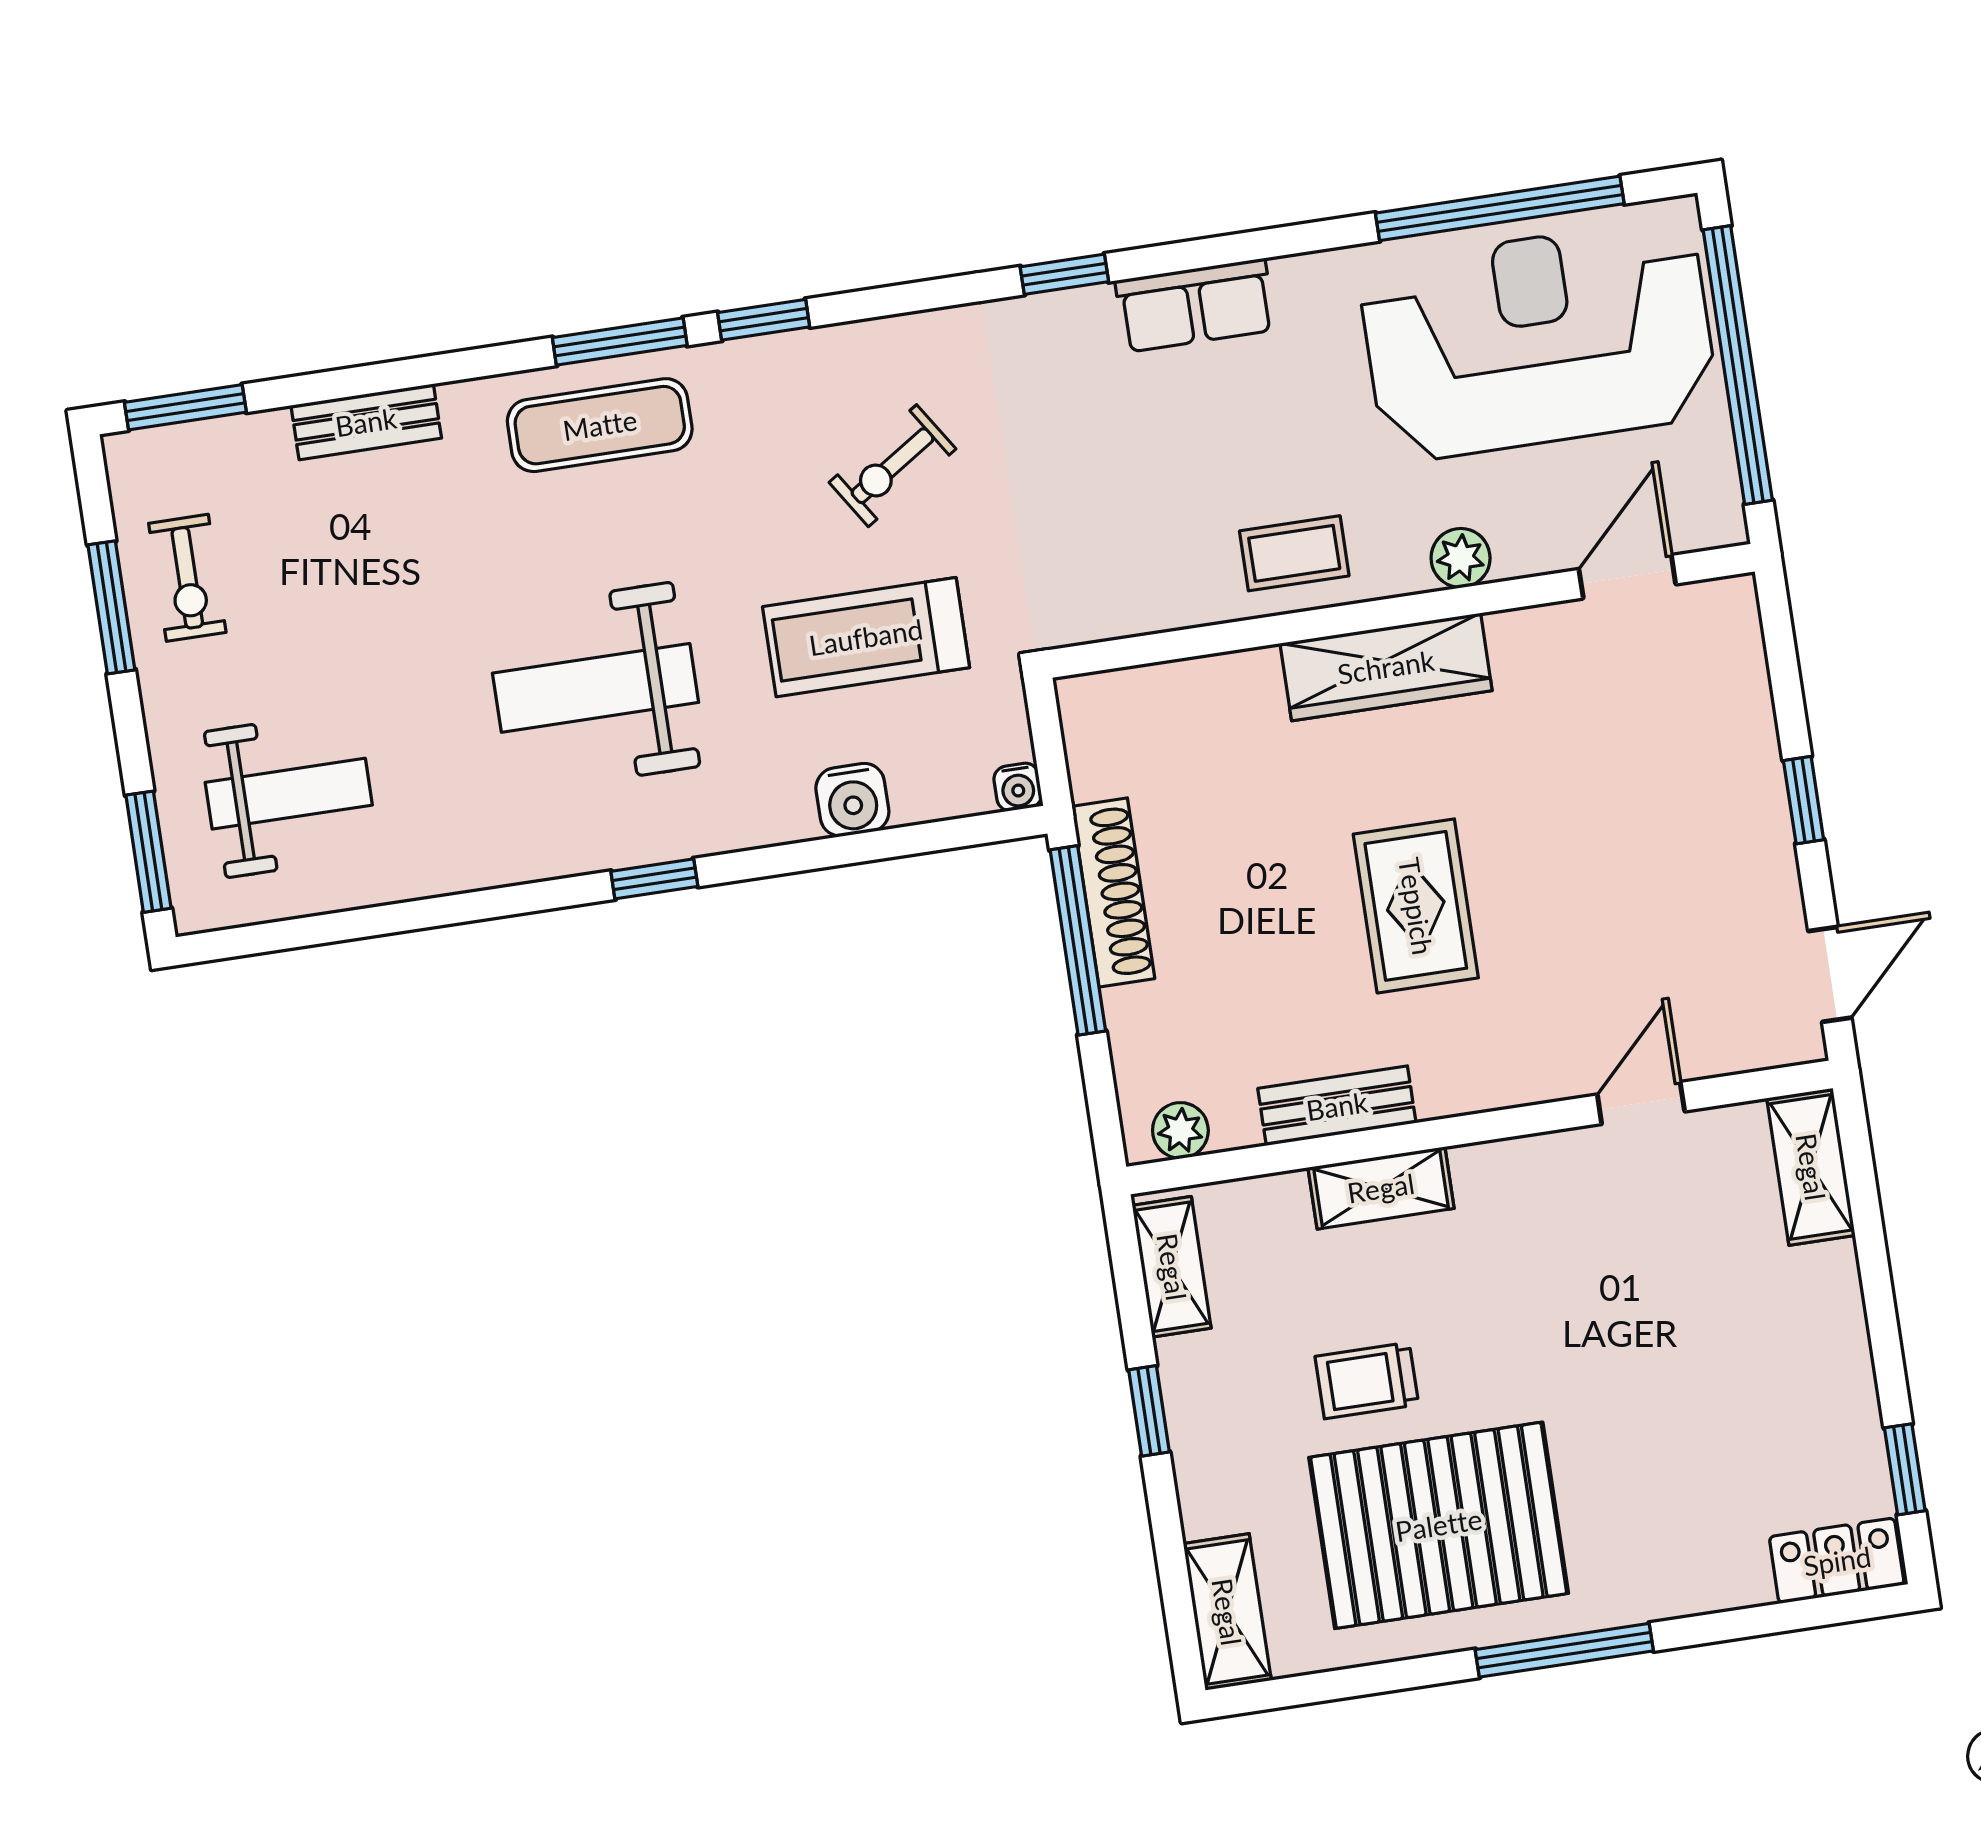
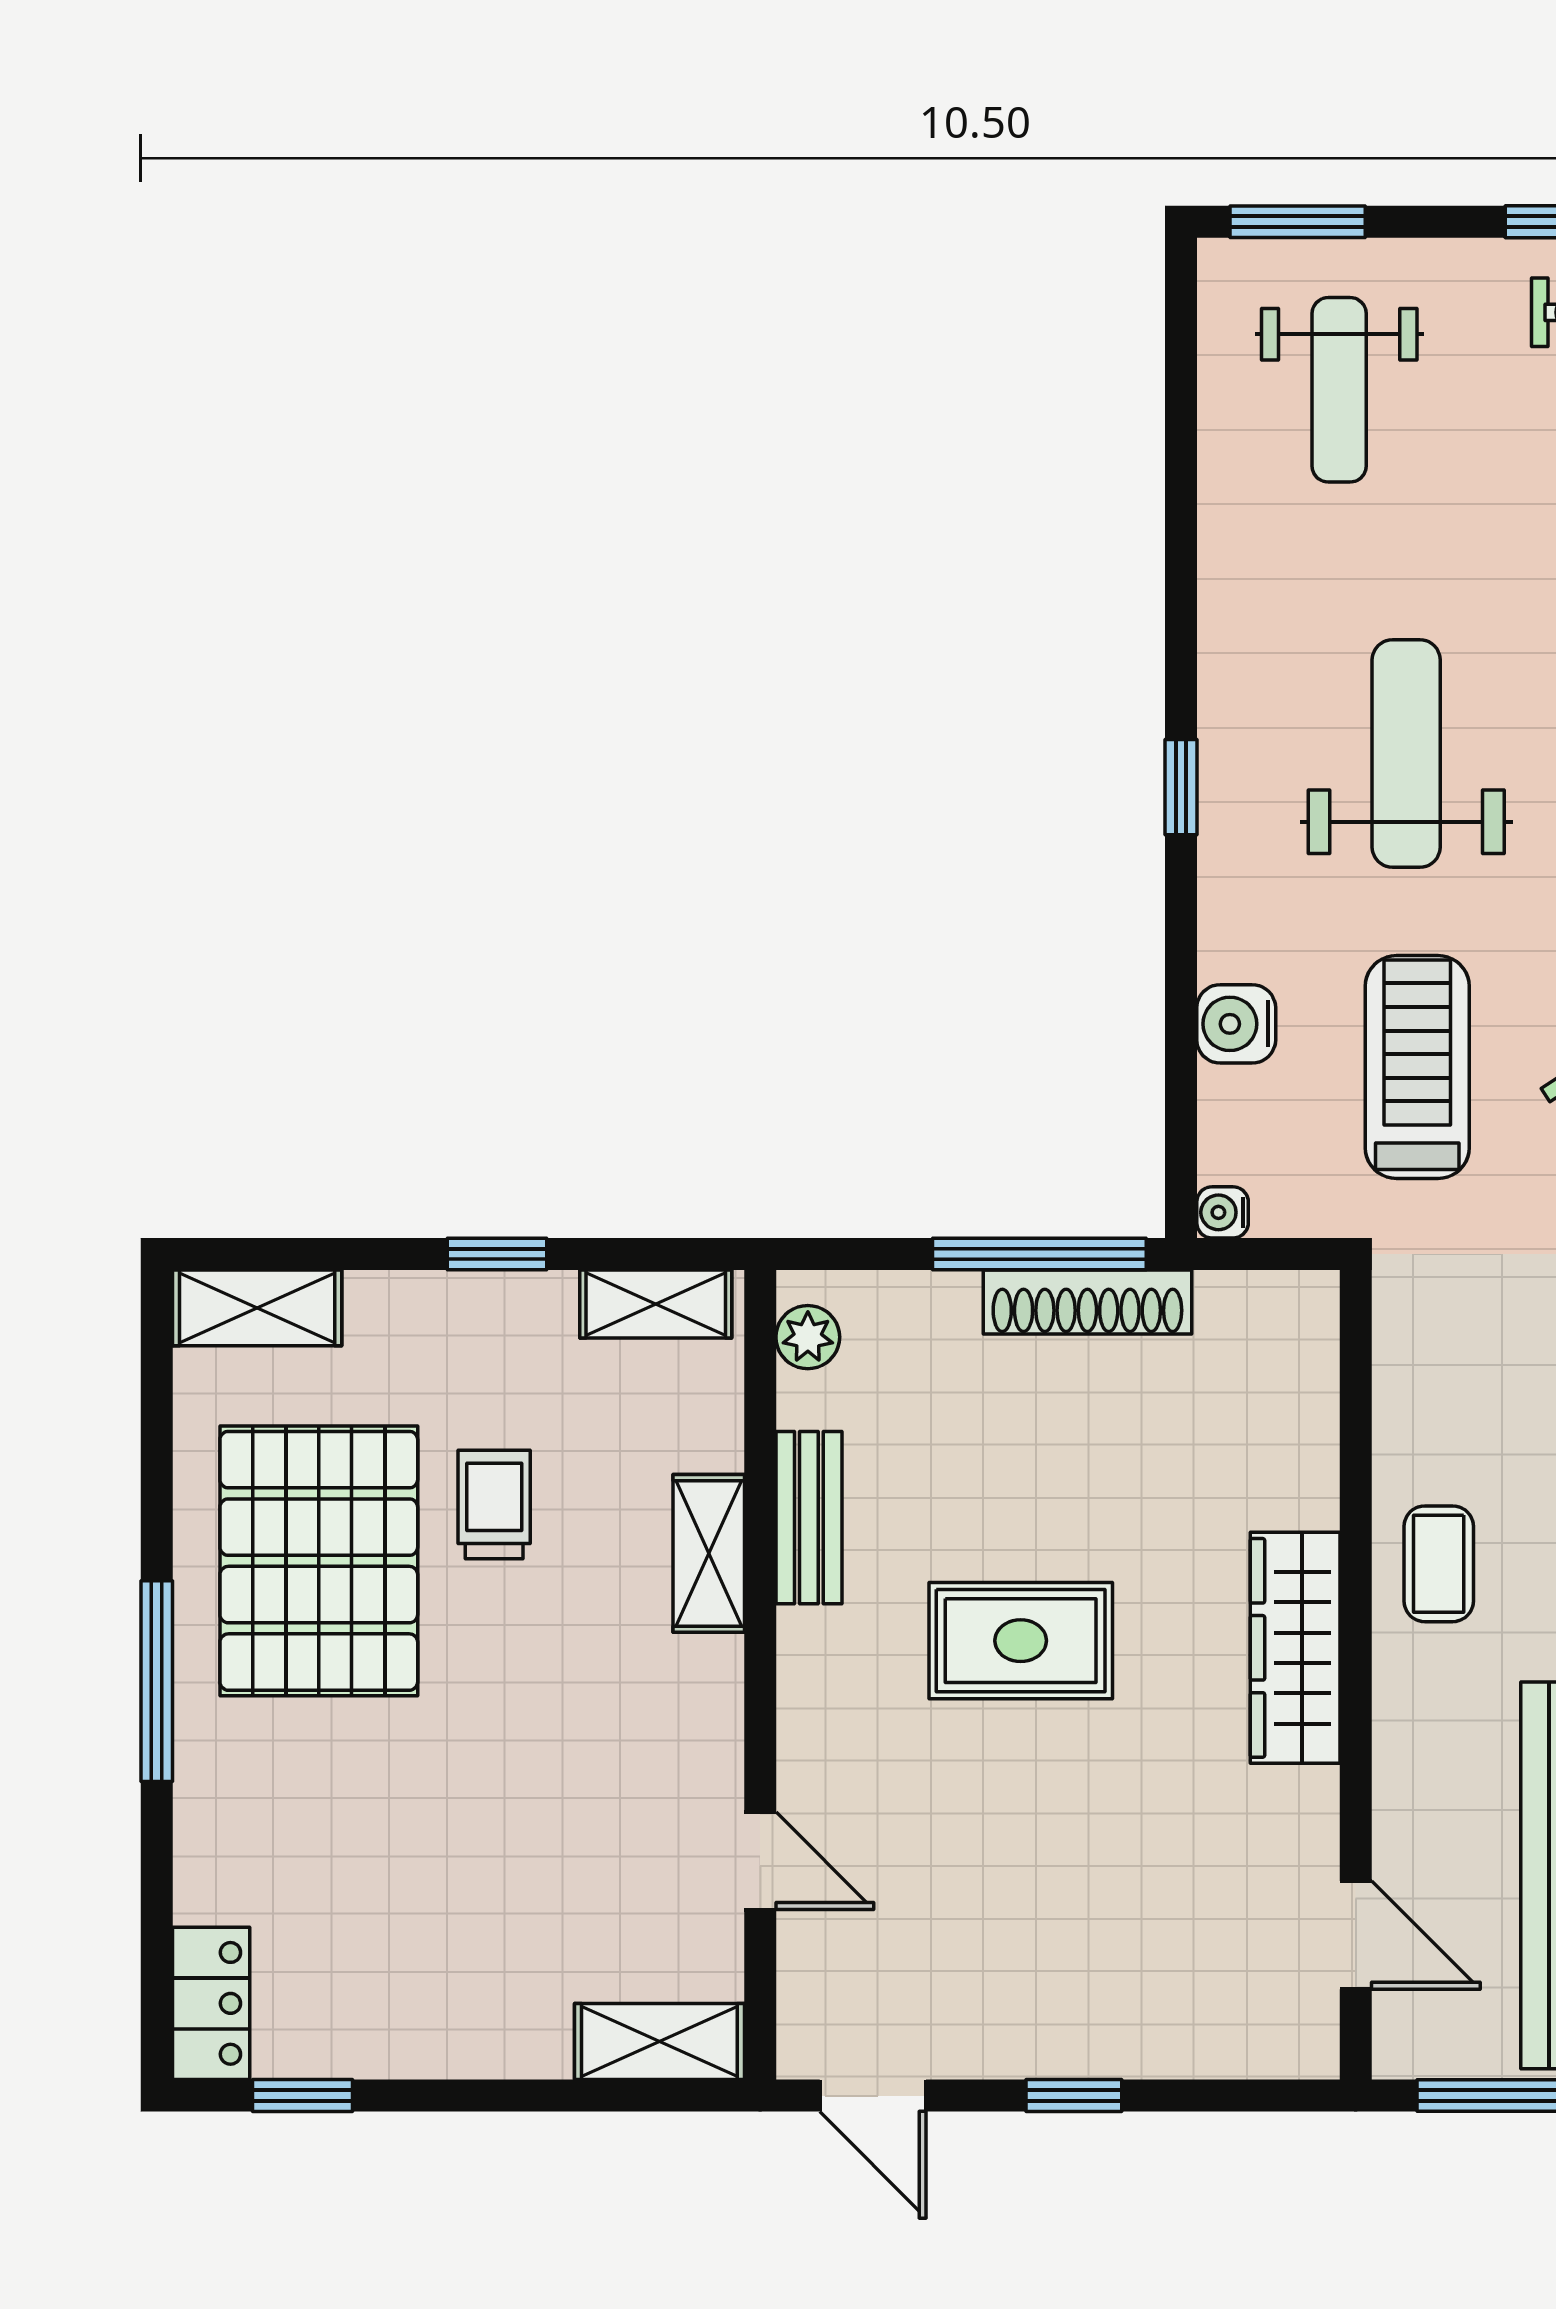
plant: (1461, 558) -> (1405, 1750), removed

